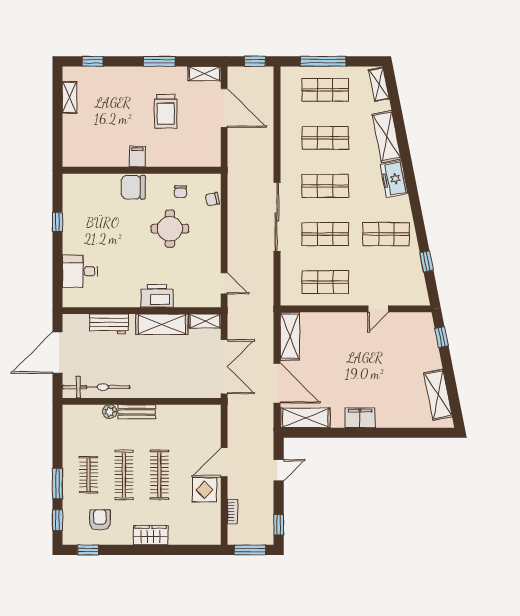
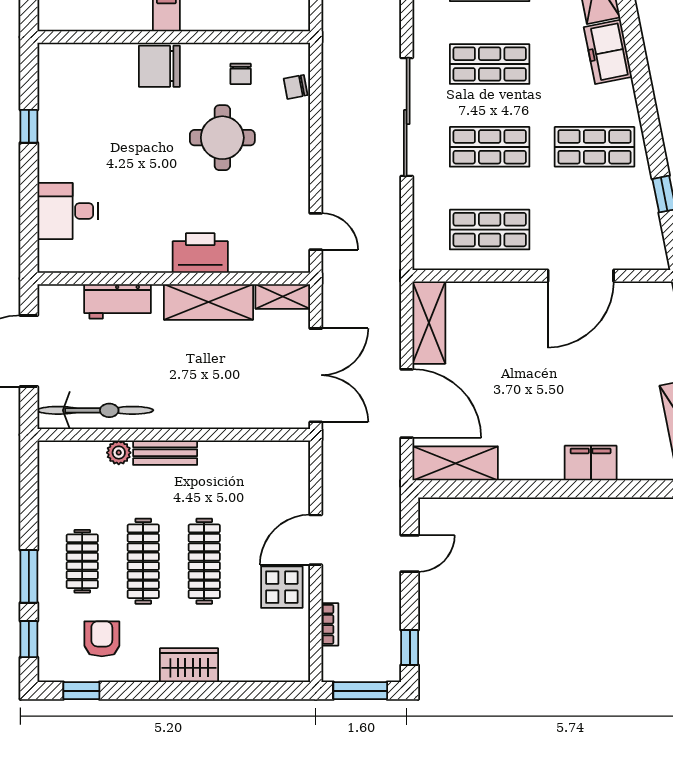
door: (378, 309) -> (581, 276), width x1.88
filing cabinet: (360, 418) -> (591, 463), moved

